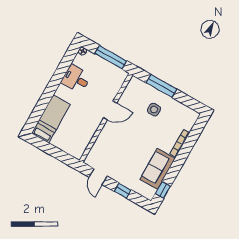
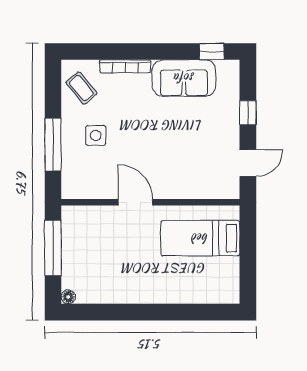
desk: (76, 79) -> (117, 283), removed
coffee table: (181, 116) -> (81, 88), added
bed: (51, 119) -> (200, 238), moved

